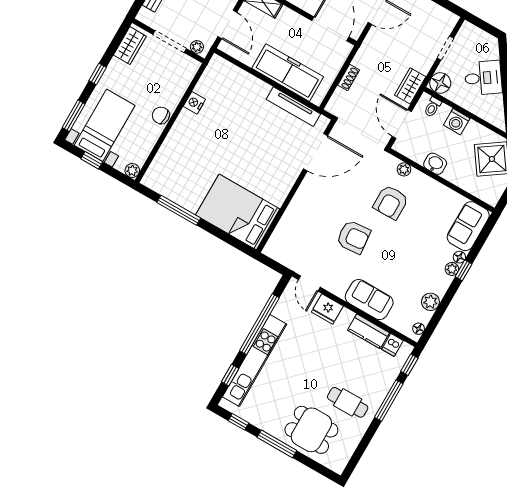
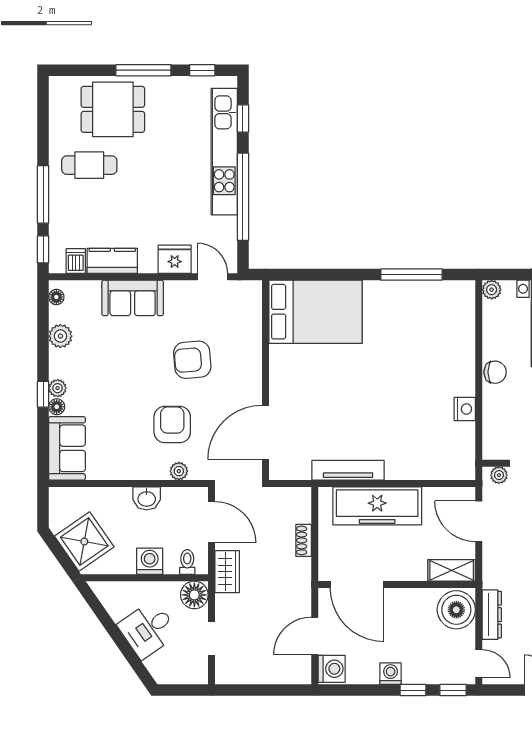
door: (315, 152) -> (265, 432), moved
wall: (296, 186) -> (265, 380), moved
bed: (238, 212) -> (315, 312), moved

